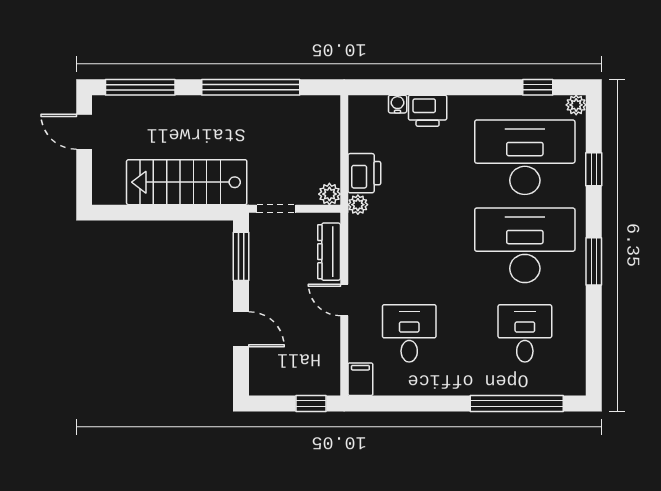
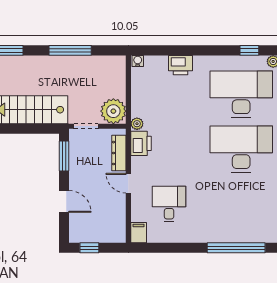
window: (251, 87) -> (70, 50), width x0.68
water cooler: (398, 104) -> (138, 61), moved
printer: (364, 173) -> (141, 143), moved
plant: (329, 194) -> (113, 111), width x1.88, depth x1.88
desk: (525, 333) -> (241, 204), removed
window: (311, 403) -> (89, 248), moved

